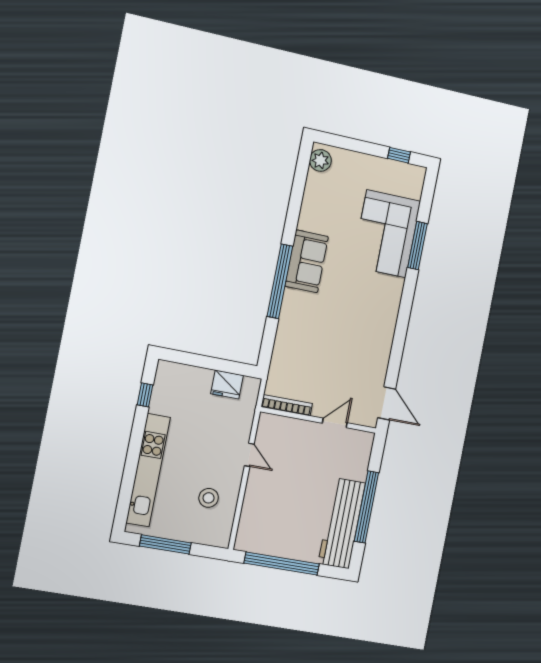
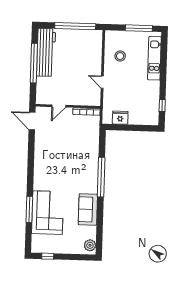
sofa: (307, 261) -> (88, 209), moved
kitchen unit: (148, 470) -> (154, 58), width x0.73

